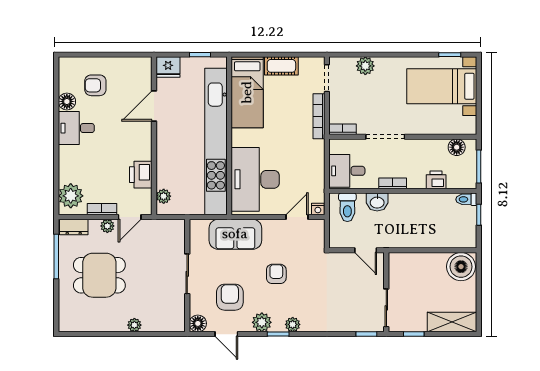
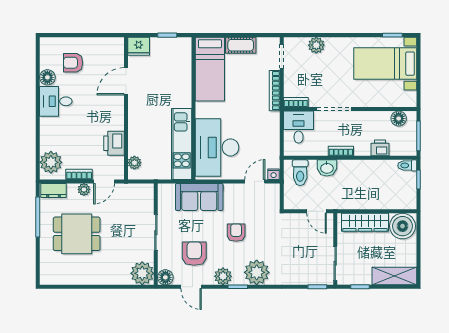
kitchen unit: (216, 142) -> (182, 144), width x0.54
desk: (347, 171) -> (299, 127), moved, turned 90
wardrobe: (419, 262) -> (365, 222), added
plant: (293, 324) -> (257, 272), width x1.88, depth x1.88
plant: (134, 325) -> (142, 273), moved, width x1.88, depth x1.88

